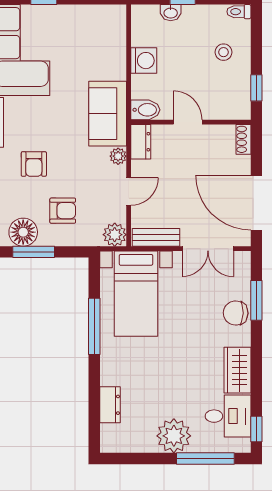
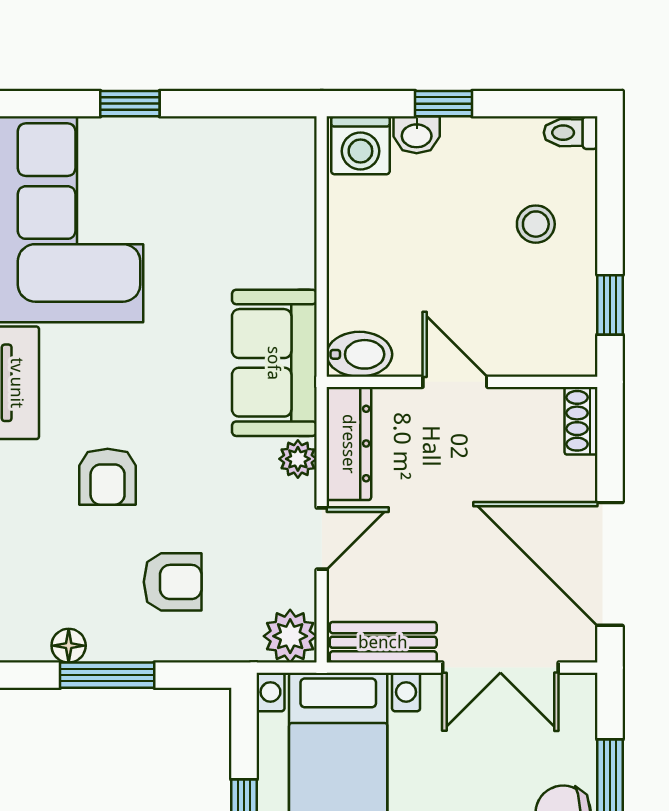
washing machine: (144, 61) -> (360, 145), moved, turned 90
dresser: (141, 142) -> (349, 444), width x1.44
floor lamp: (23, 232) -> (69, 646), width x0.53, depth x0.53

